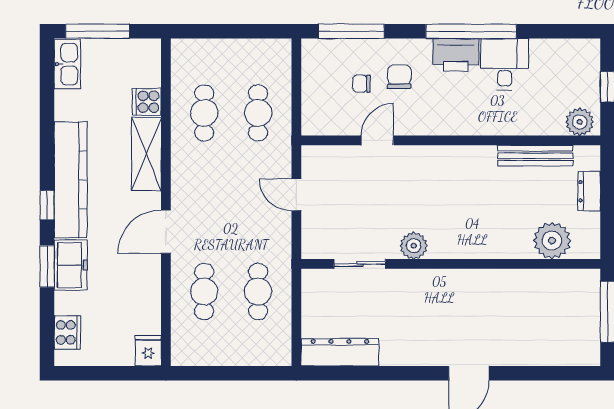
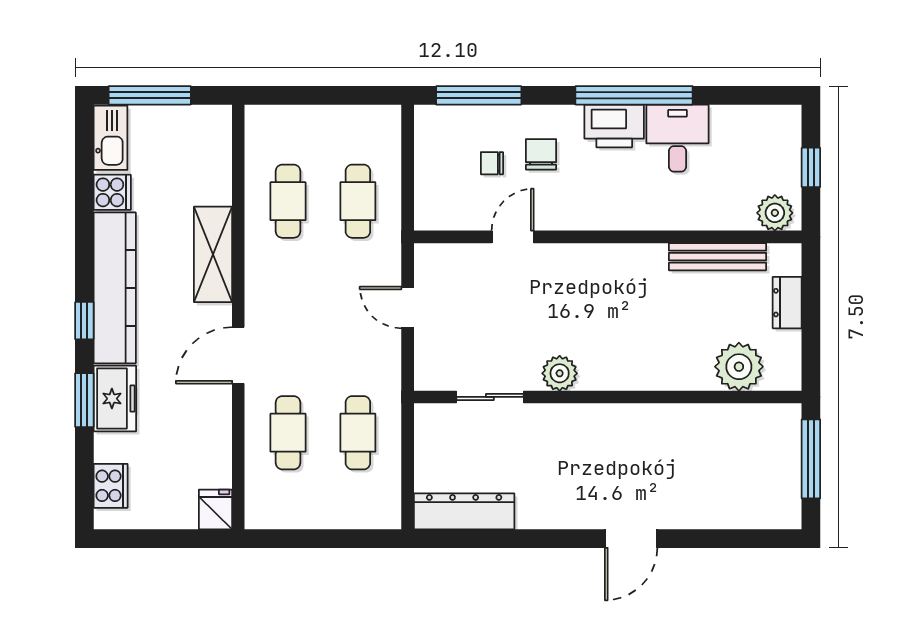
cooker: (147, 102) -> (112, 192), moved, turned 180

